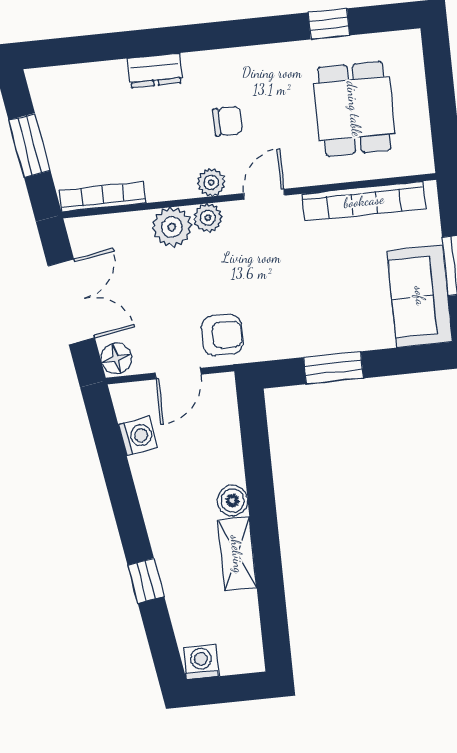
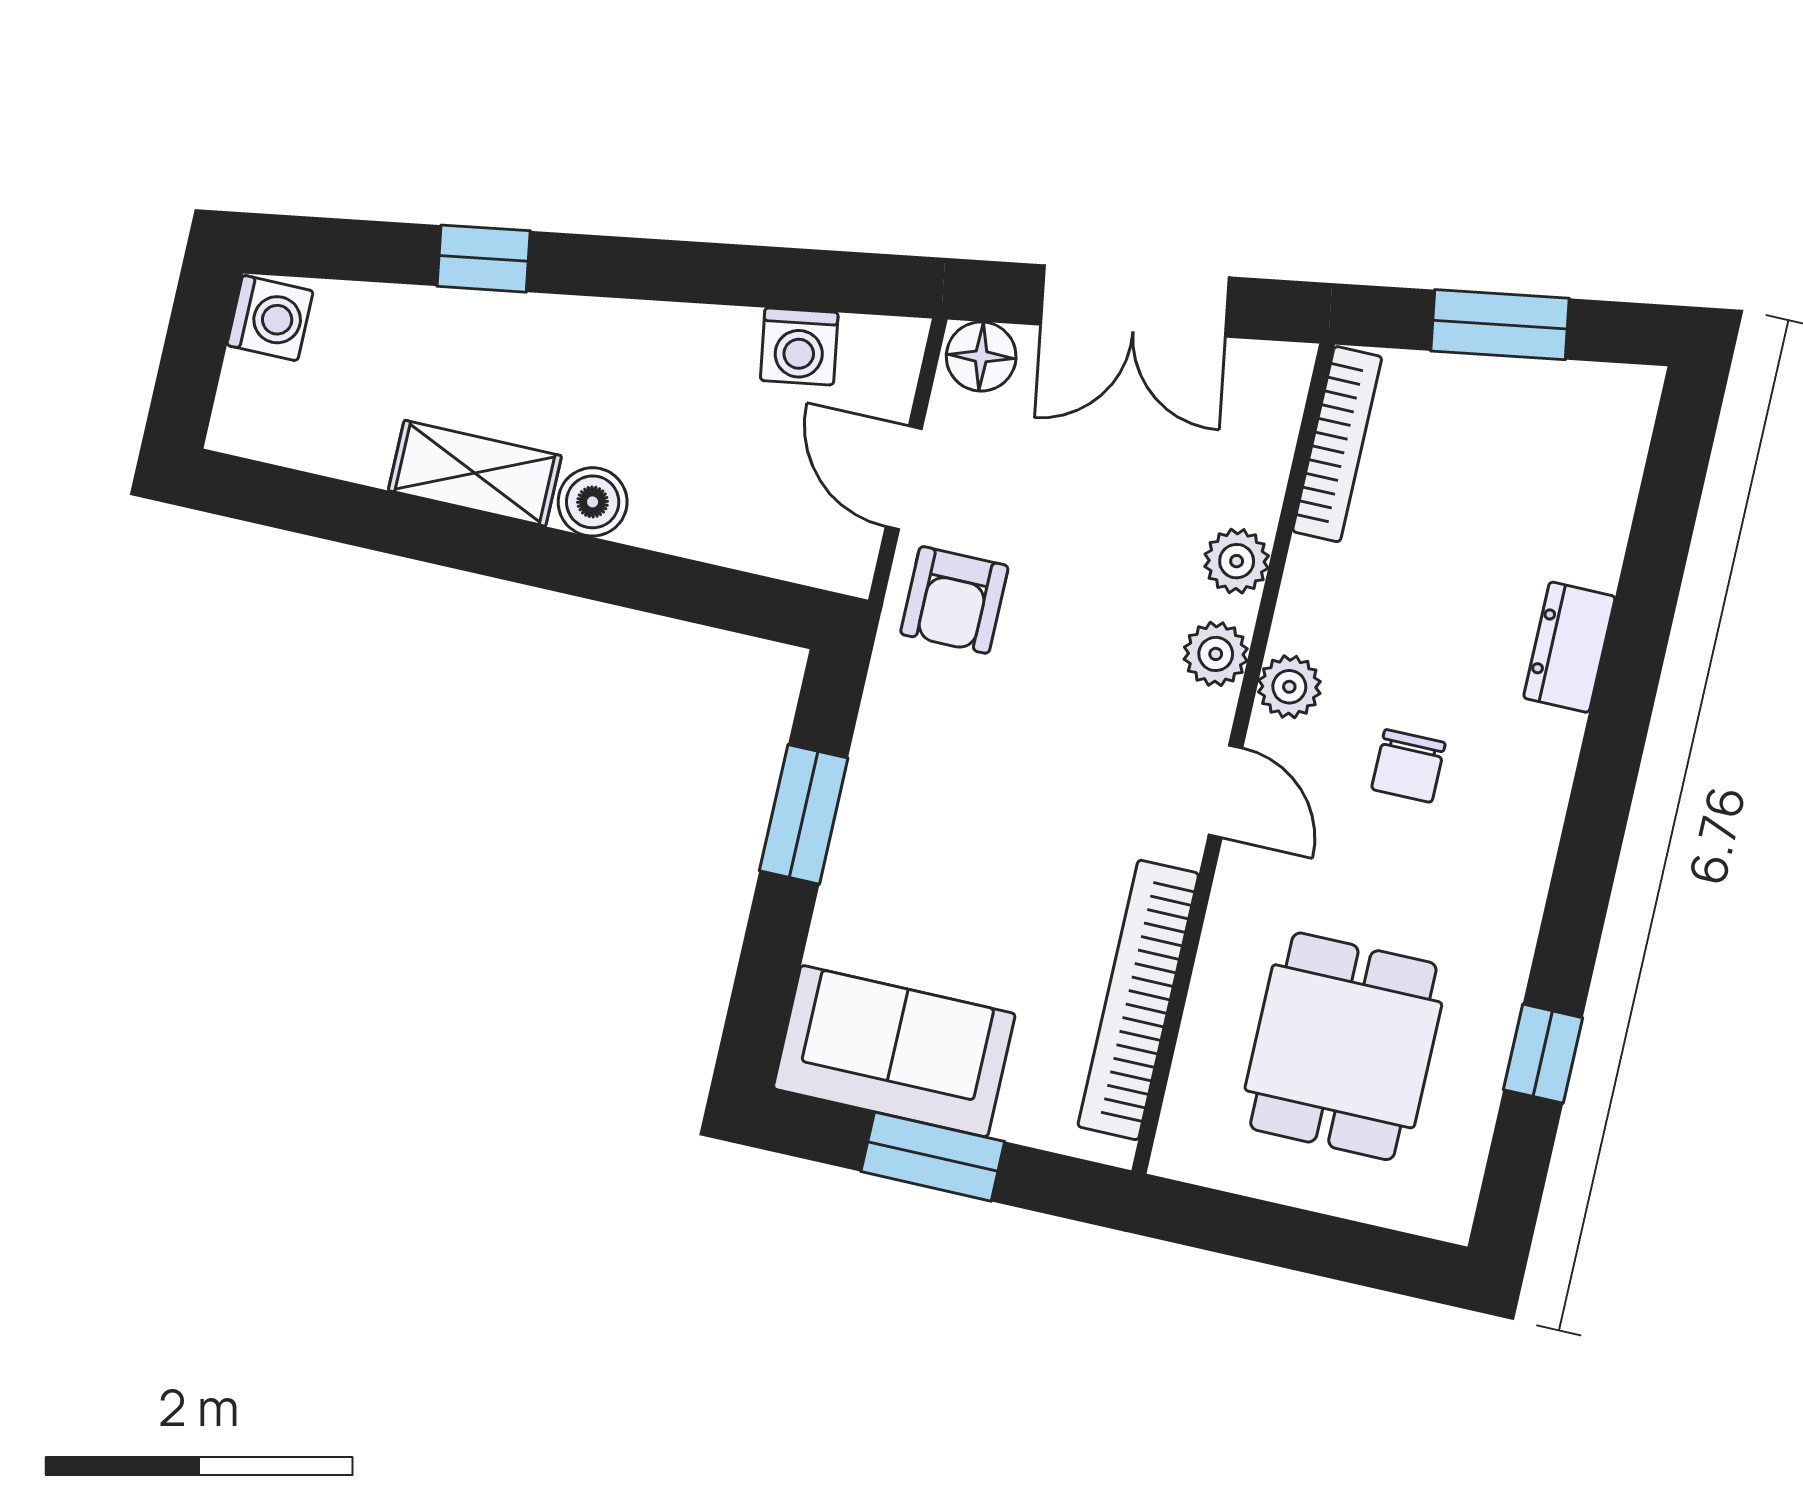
dining table: (354, 109) -> (1343, 1046), turned 90
plant: (172, 227) -> (1237, 561), width x0.73, depth x0.73

